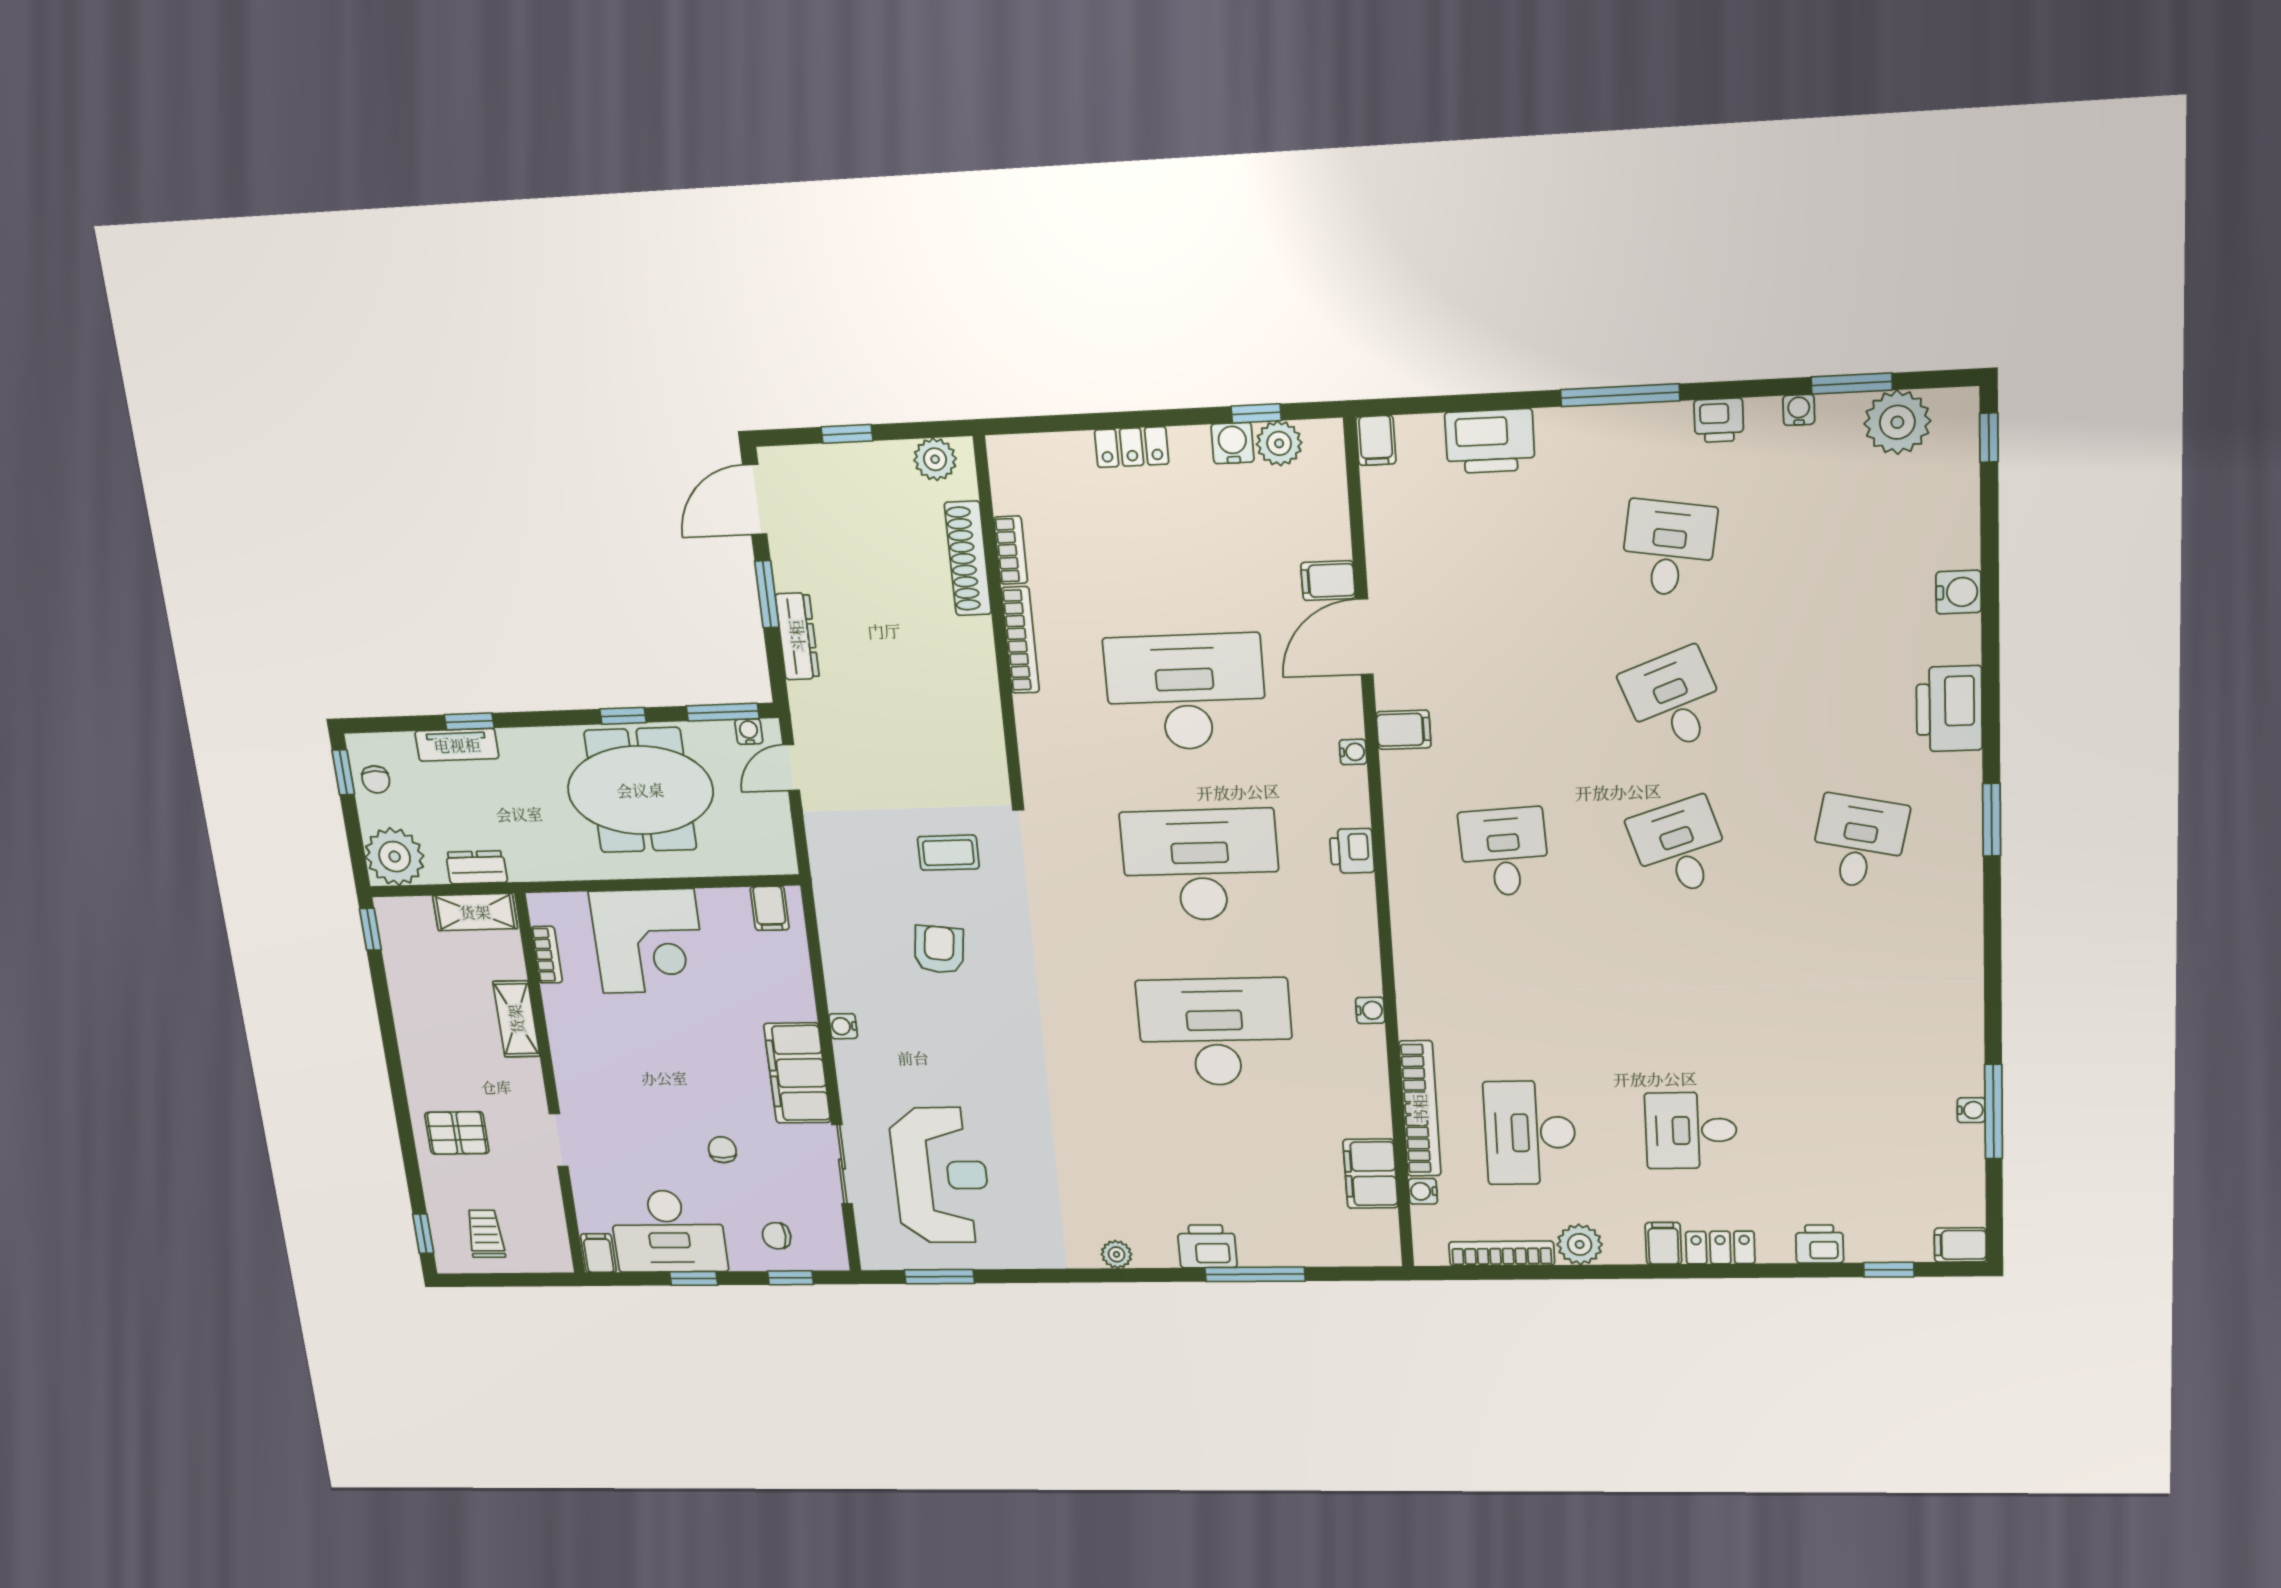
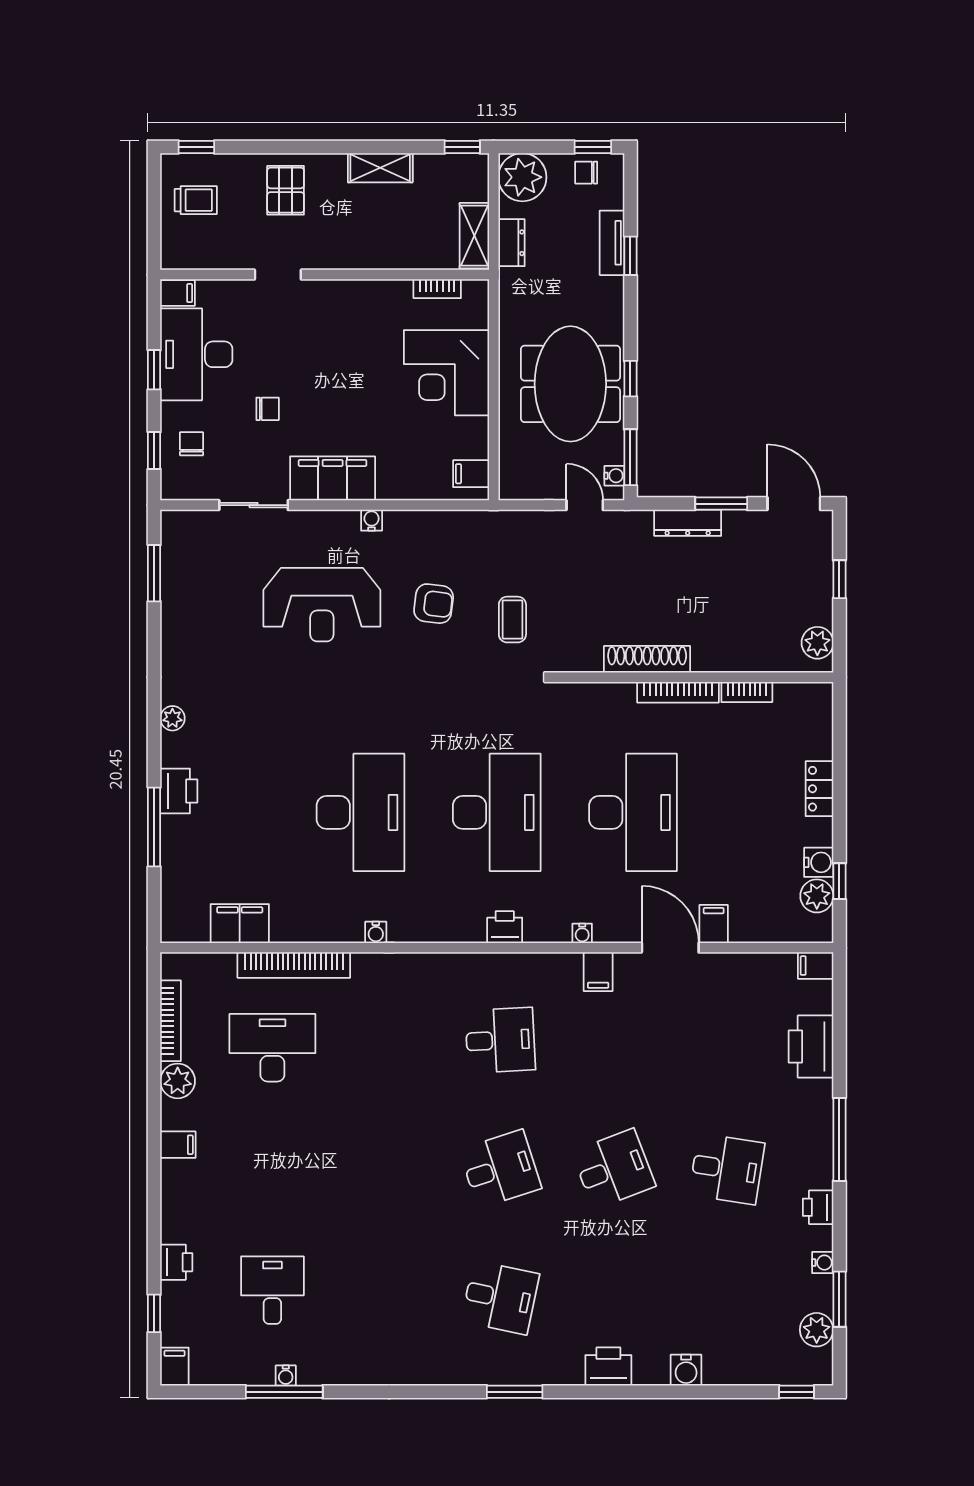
plant: (1897, 422) -> (817, 1330), width x0.73, depth x0.73
shoe rack: (968, 558) -> (647, 659), moved
printer: (1949, 709) -> (608, 1367), width x0.73, depth x0.84
shelving: (516, 1019) -> (380, 168), moved
desk: (1691, 1130) -> (272, 1290), moved
reception desk: (941, 1175) -> (322, 605), moved
water cooler: (1423, 1191) -> (224, 963), removed
locker: (1720, 1248) -> (174, 1188), removed

